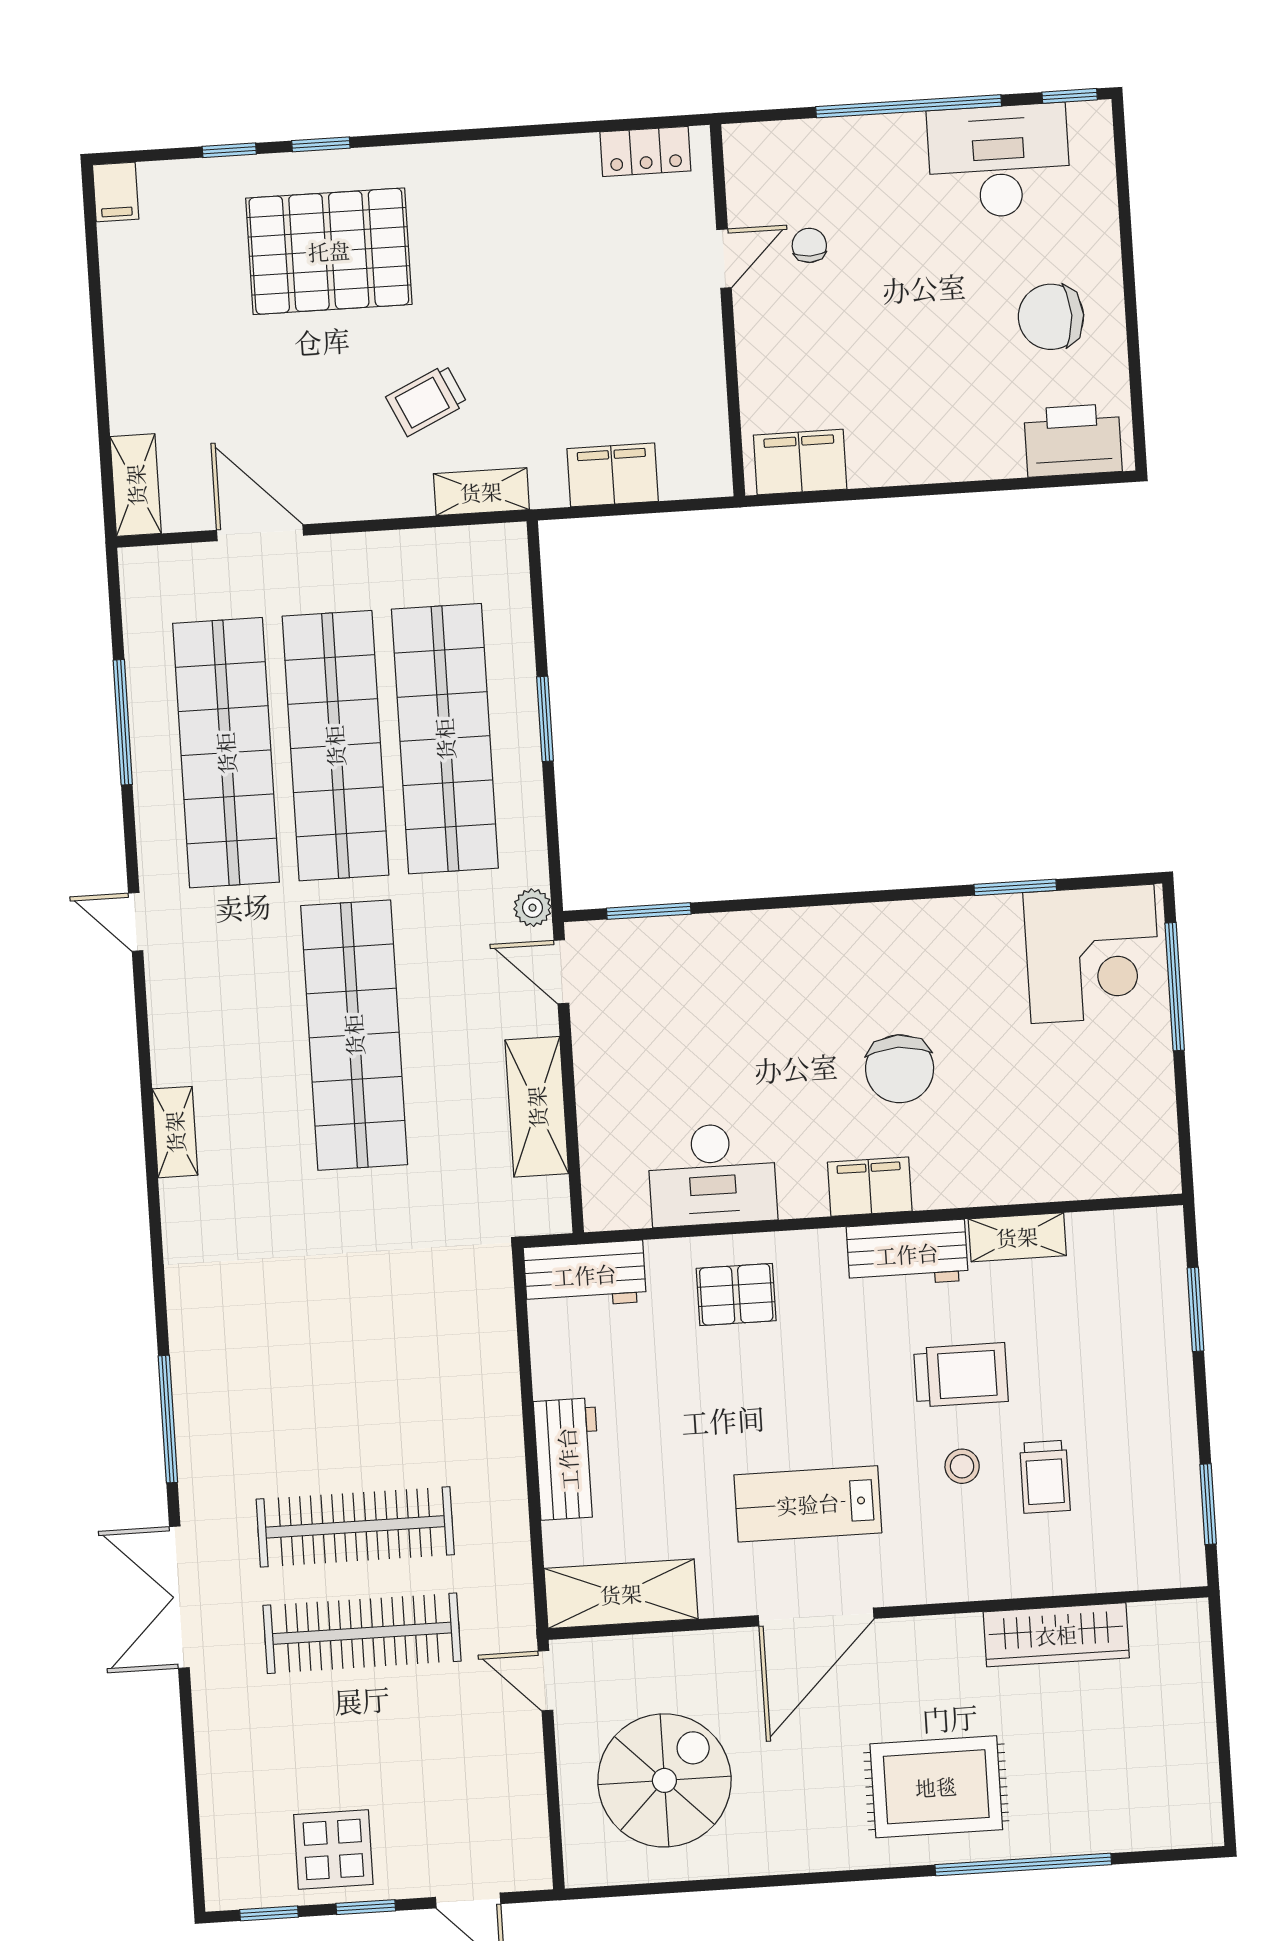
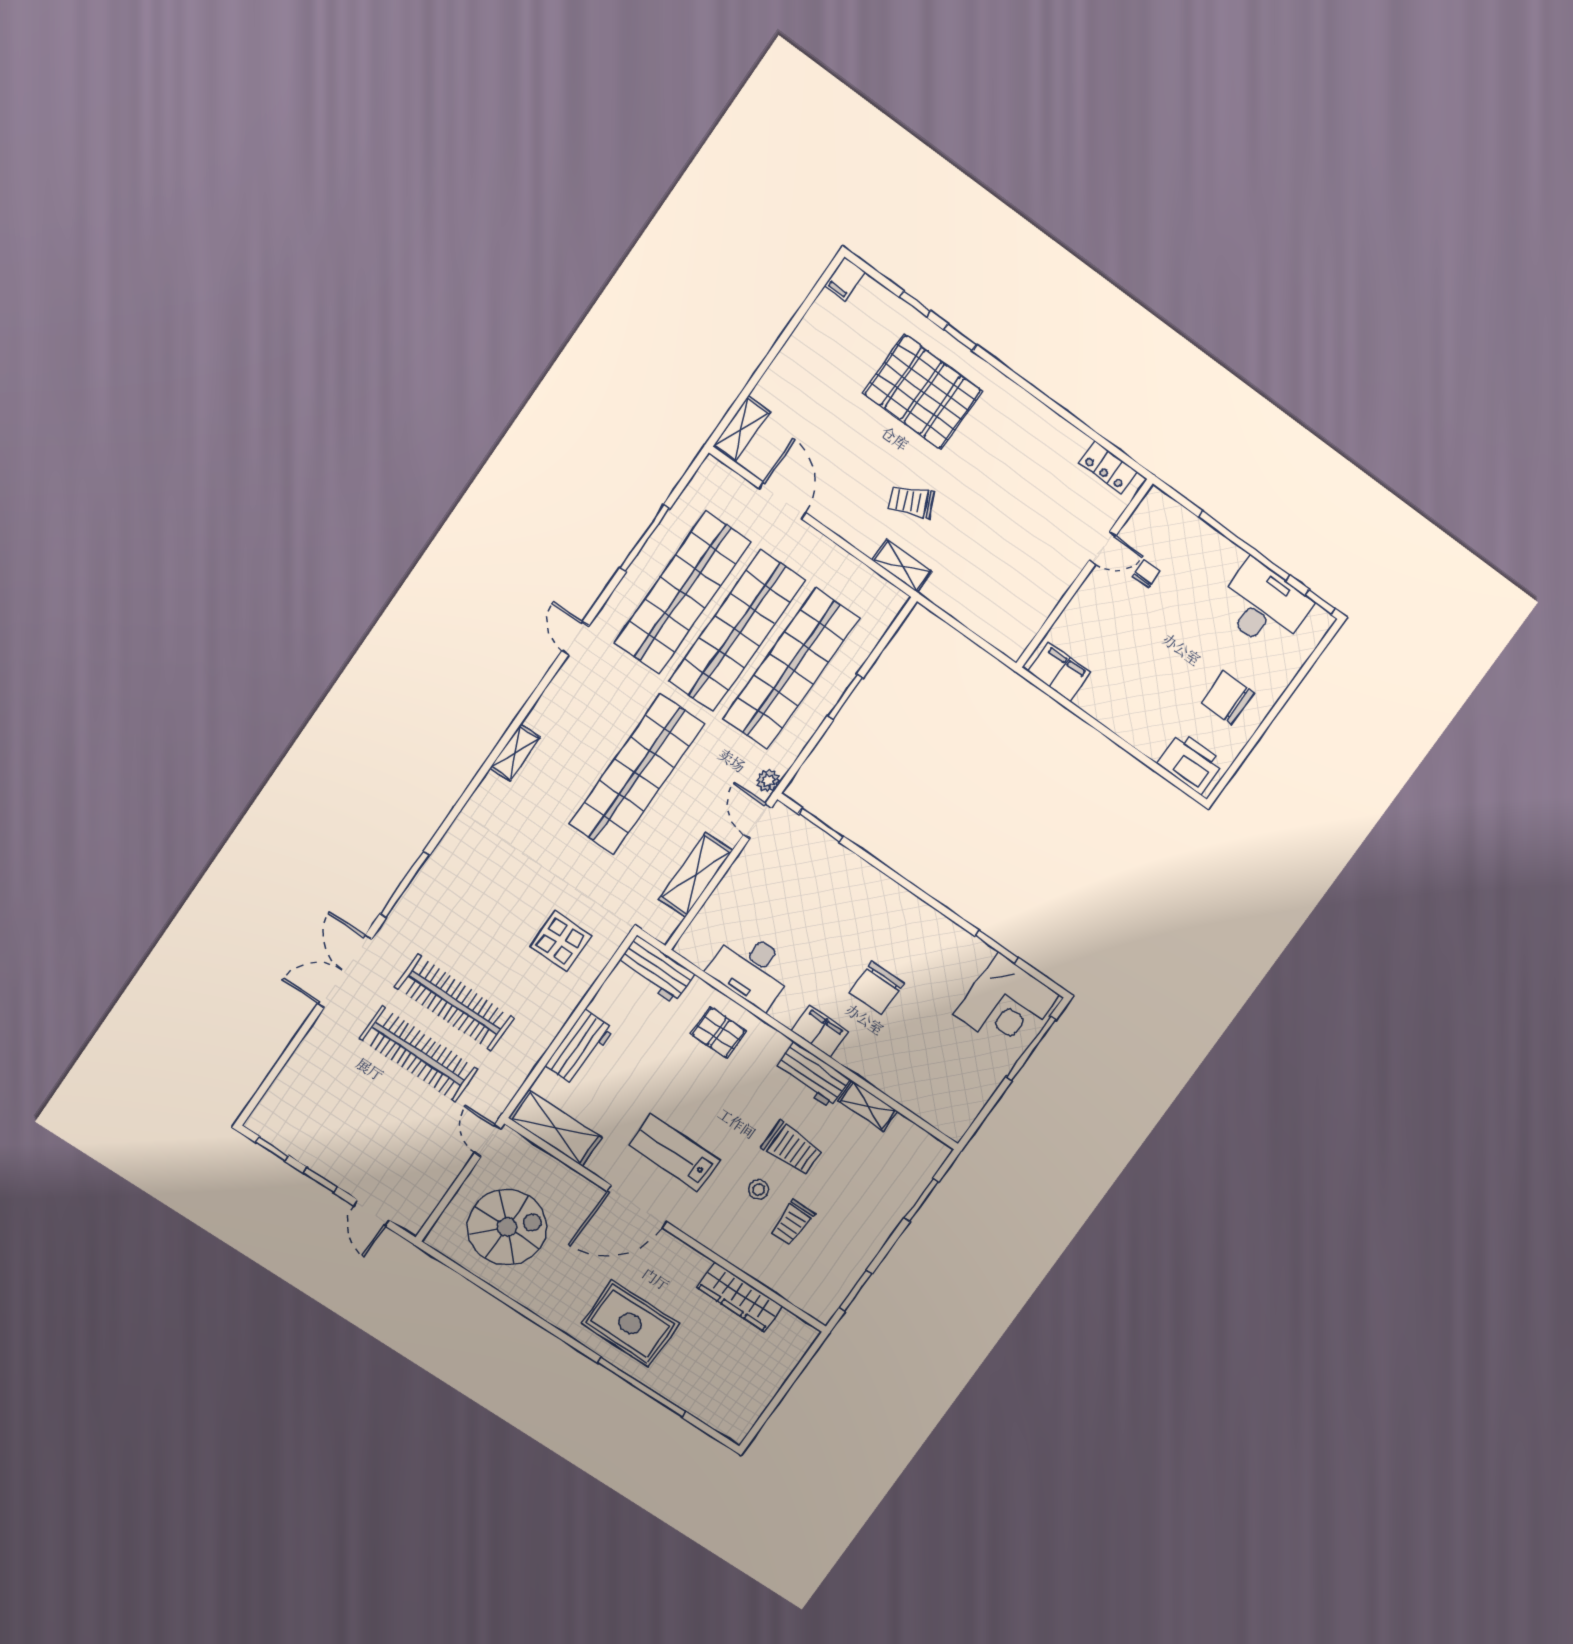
filing cabinet: (613, 475) -> (969, 608), removed
display table: (333, 1849) -> (560, 941), moved

